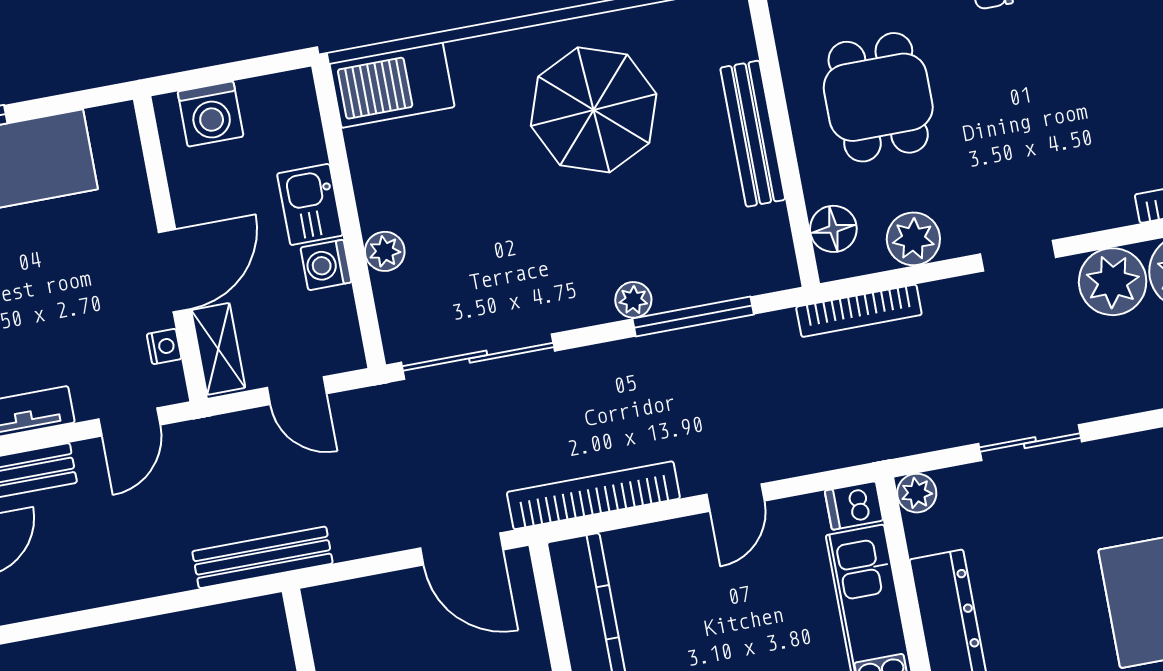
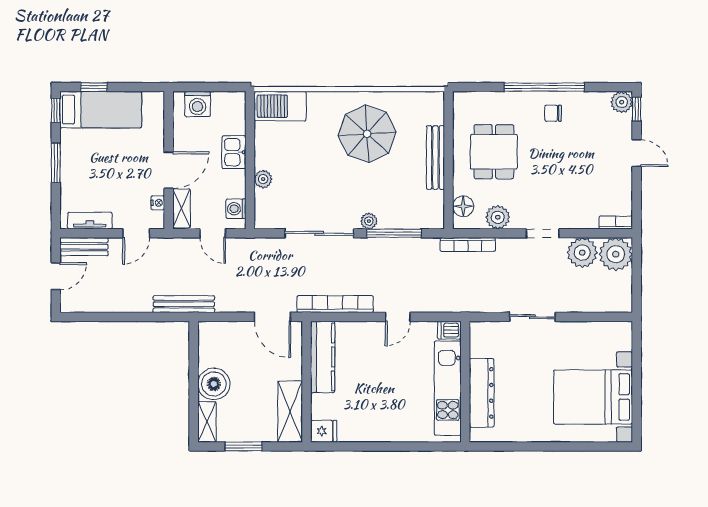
washing machine: (326, 265) -> (236, 209), moved
sliding door: (478, 357) -> (319, 233), moved
plant: (917, 493) -> (478, 330), removed

